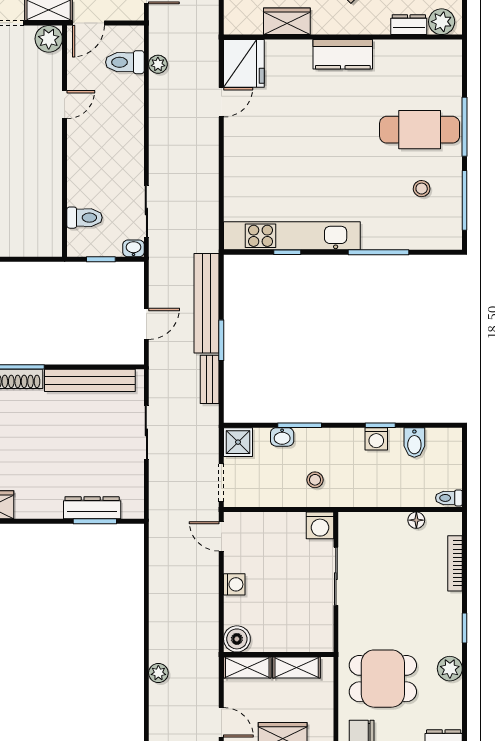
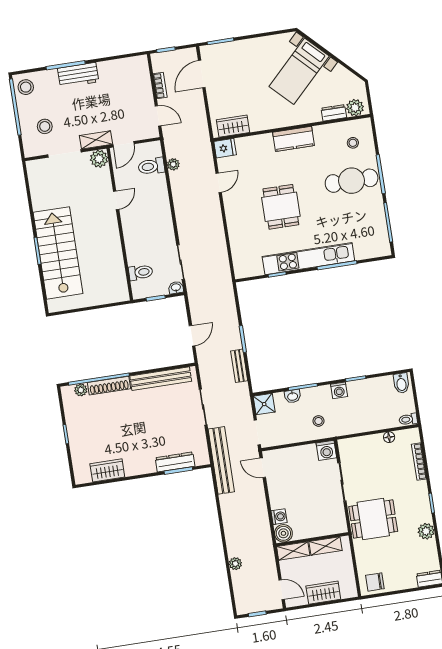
wardrobe: (287, 21) -> (233, 126), moved
fridge: (244, 63) -> (225, 148), width x0.53, depth x0.75
dining table: (308, 152) -> (281, 207), added
stool: (422, 189) -> (353, 143), moved
kitchen unit: (292, 236) -> (308, 259), moved
bench: (207, 303) -> (221, 460), moved
washing machine: (376, 439) -> (339, 390), moved
bidet: (414, 443) -> (401, 383), moved
washing machine: (234, 584) -> (279, 517), moved
dining table: (383, 679) -> (373, 519), moved

